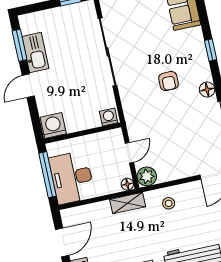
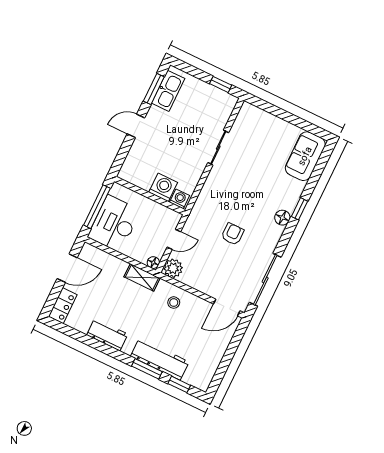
sliding door: (108, 52) -> (218, 148), width x0.54
kitchen sink: (35, 53) -> (168, 91), moved
armchair: (169, 81) -> (233, 234), moved, turned 180
floor lamp: (207, 90) -> (282, 218), moved
washing machine: (53, 126) -> (163, 187), moved

